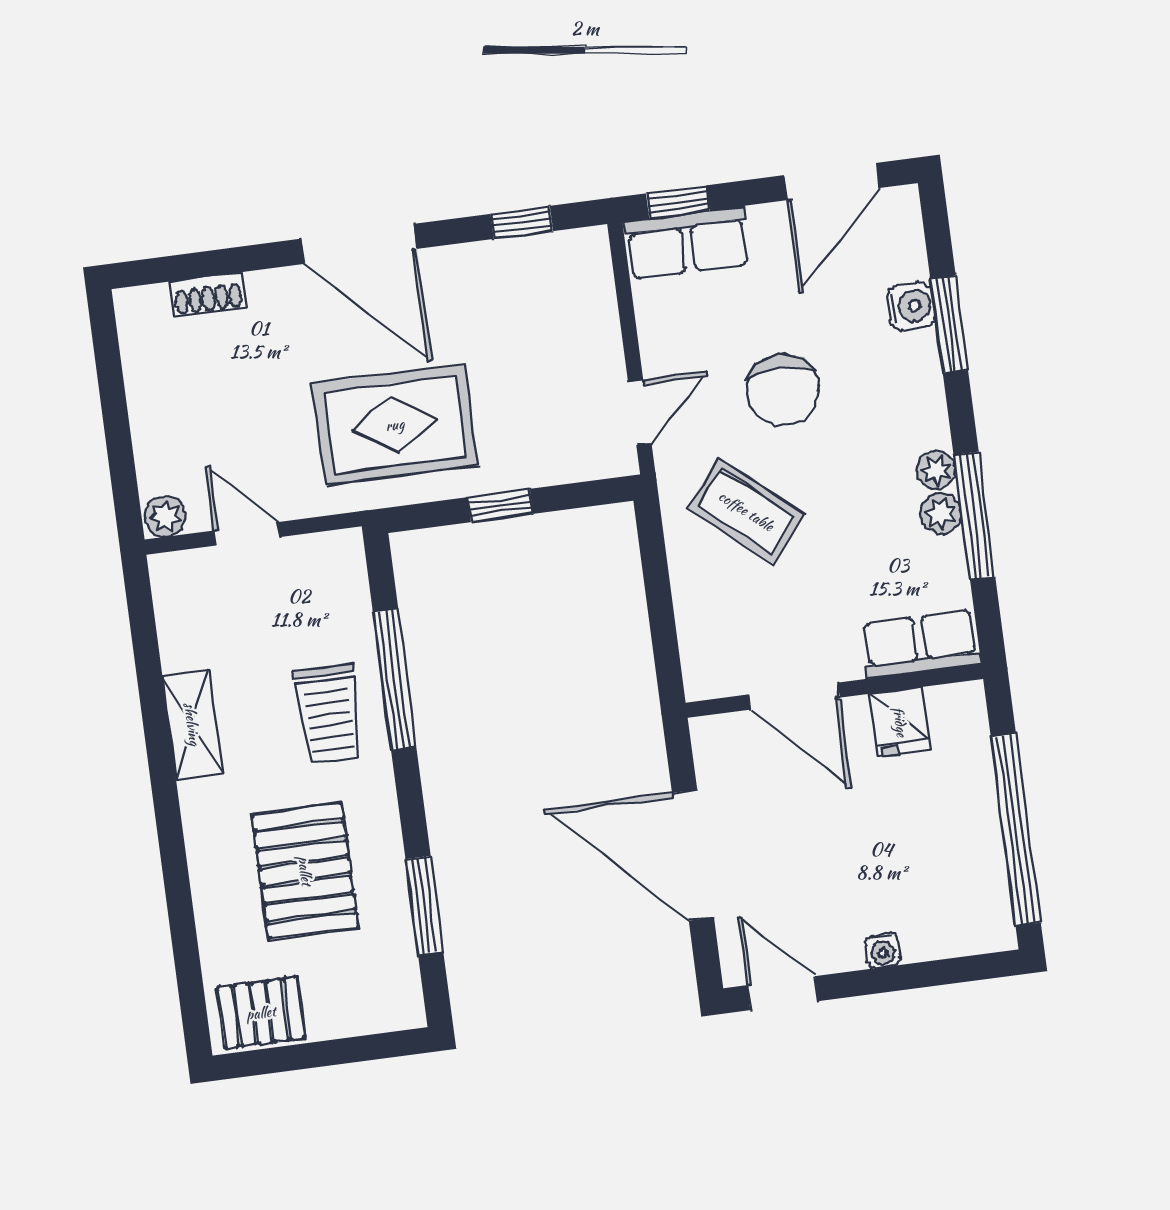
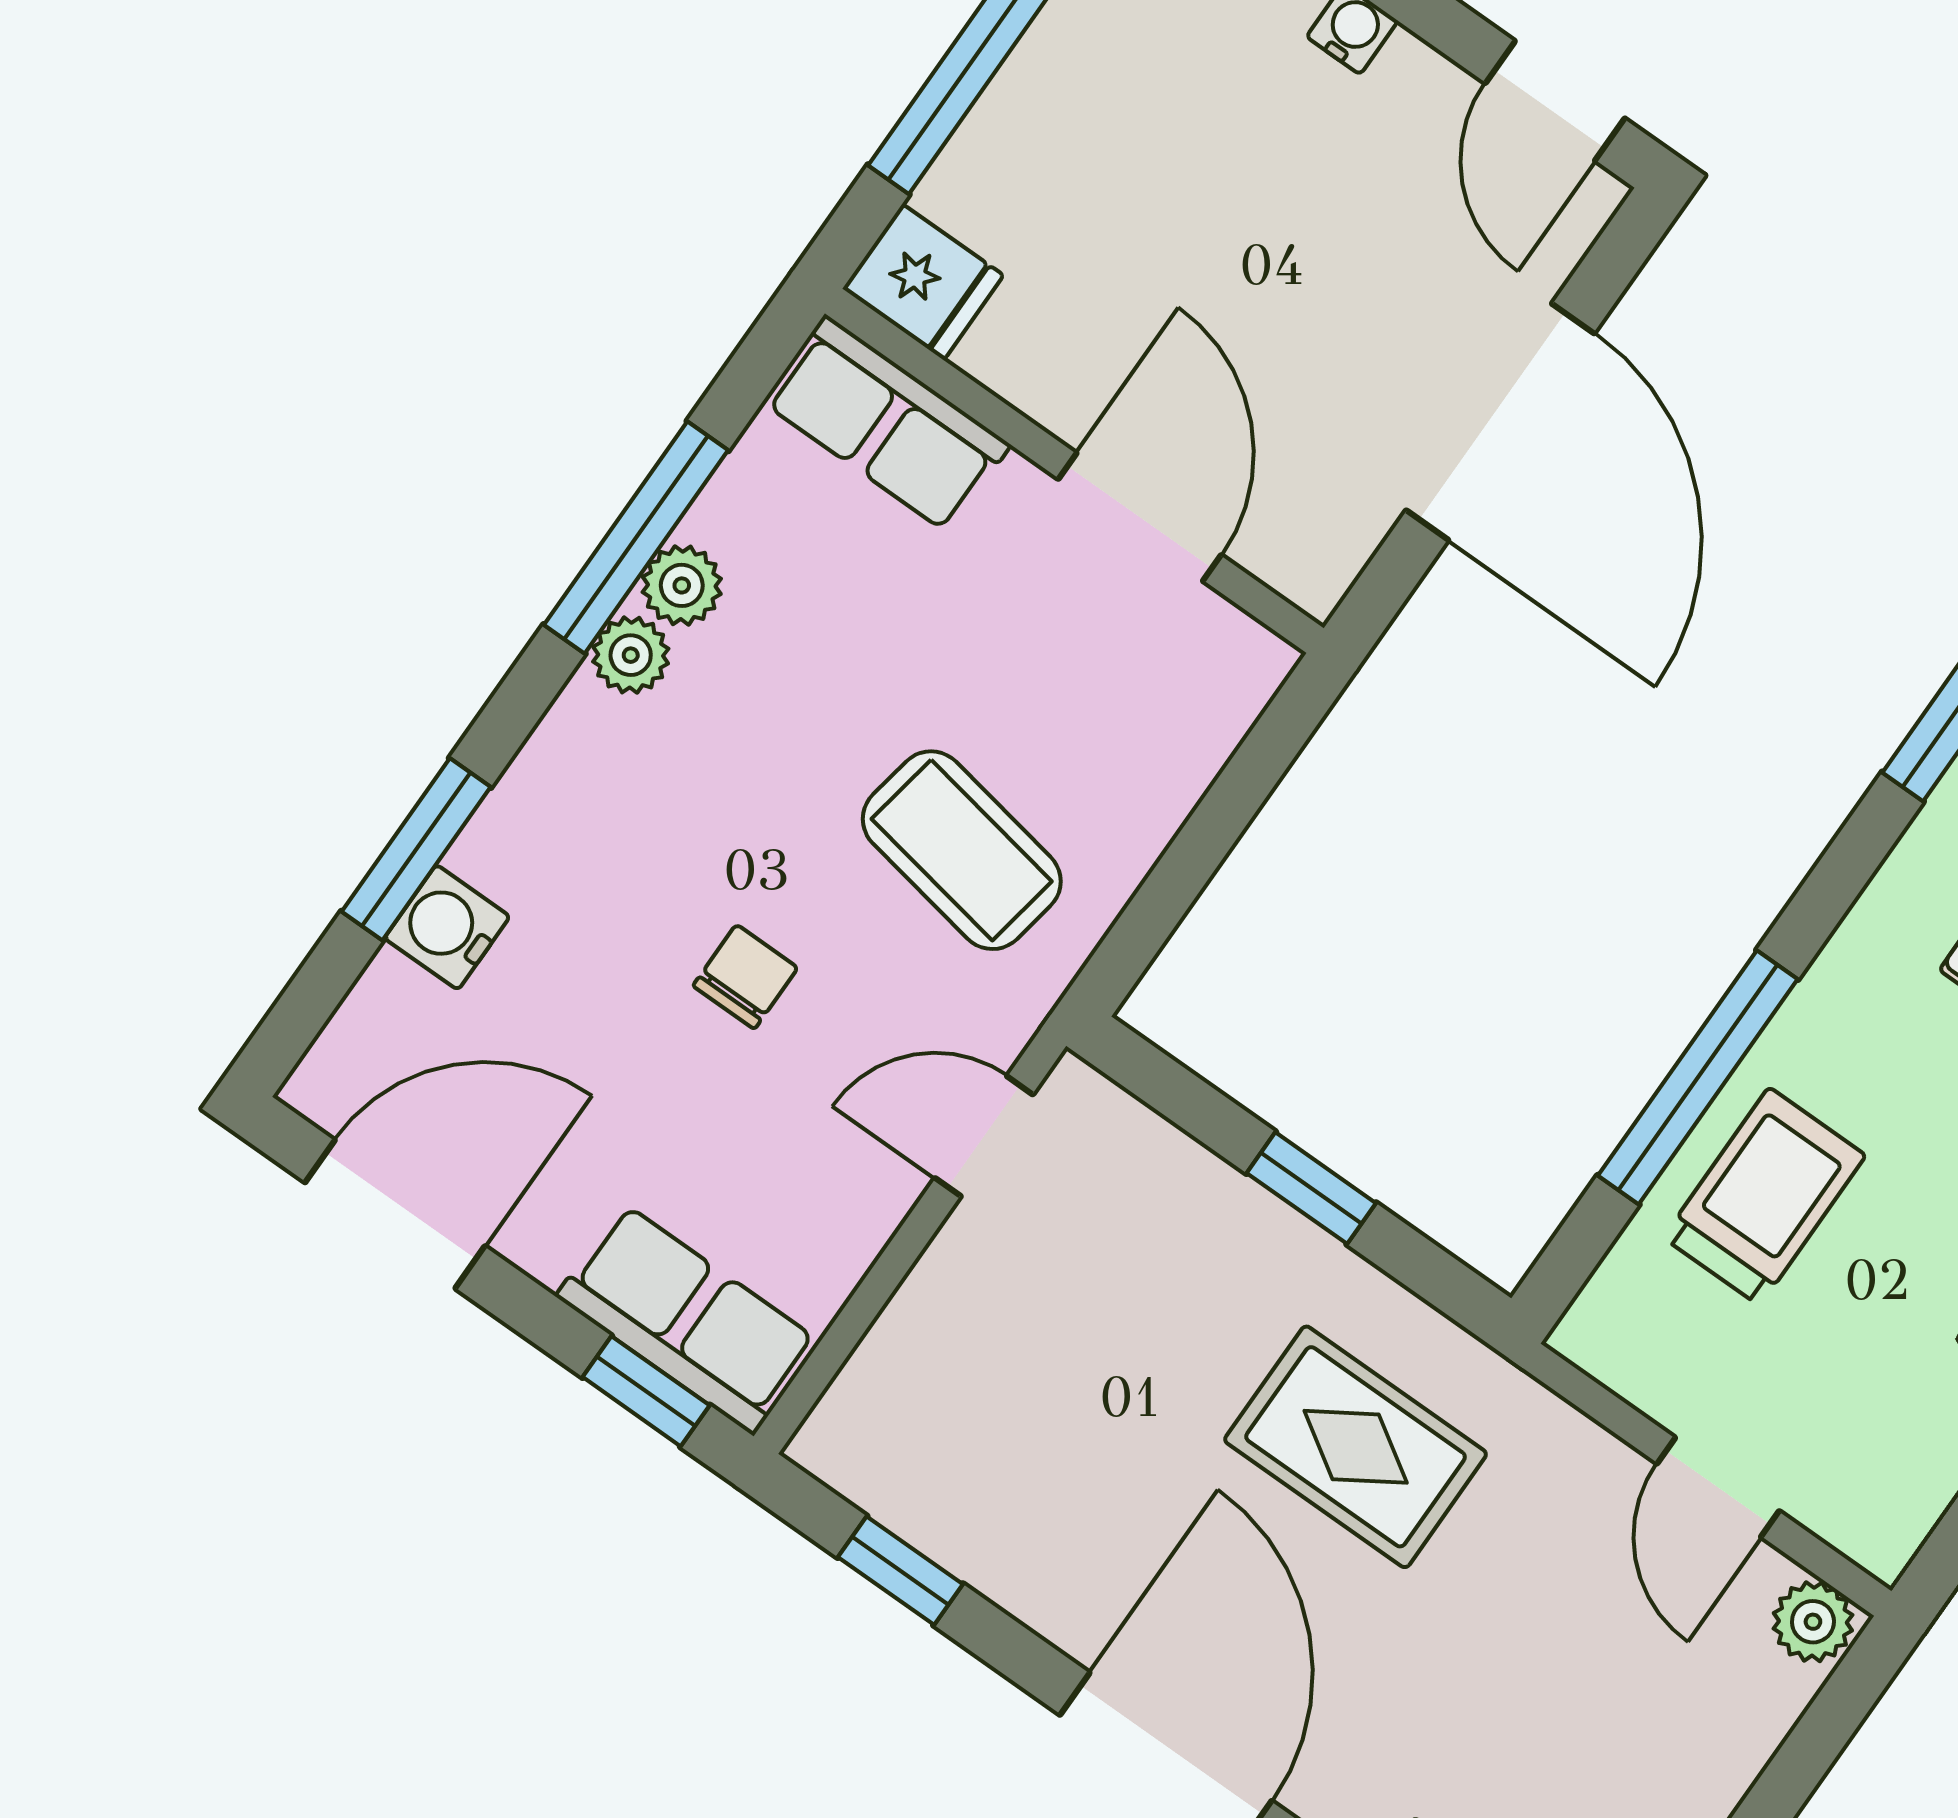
chair: (783, 390) -> (745, 977), width x0.54, depth x0.54
rug: (395, 425) -> (1356, 1447), width x0.73, depth x0.70
coffee table: (746, 511) -> (962, 850), turned -30
trolley: (329, 714) -> (1764, 1196), moved
fridge: (900, 722) -> (923, 282), moved, turned 90

